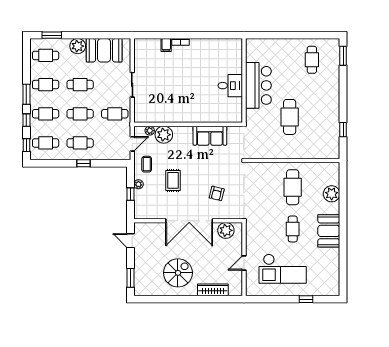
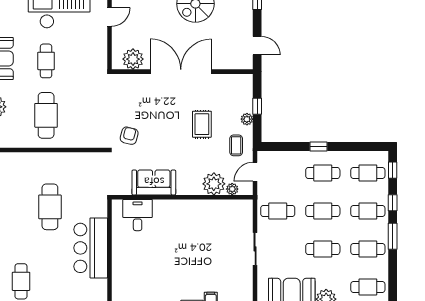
desk: (230, 86) -> (138, 215), moved, turned 90
armchair: (217, 193) -> (129, 136), moved

